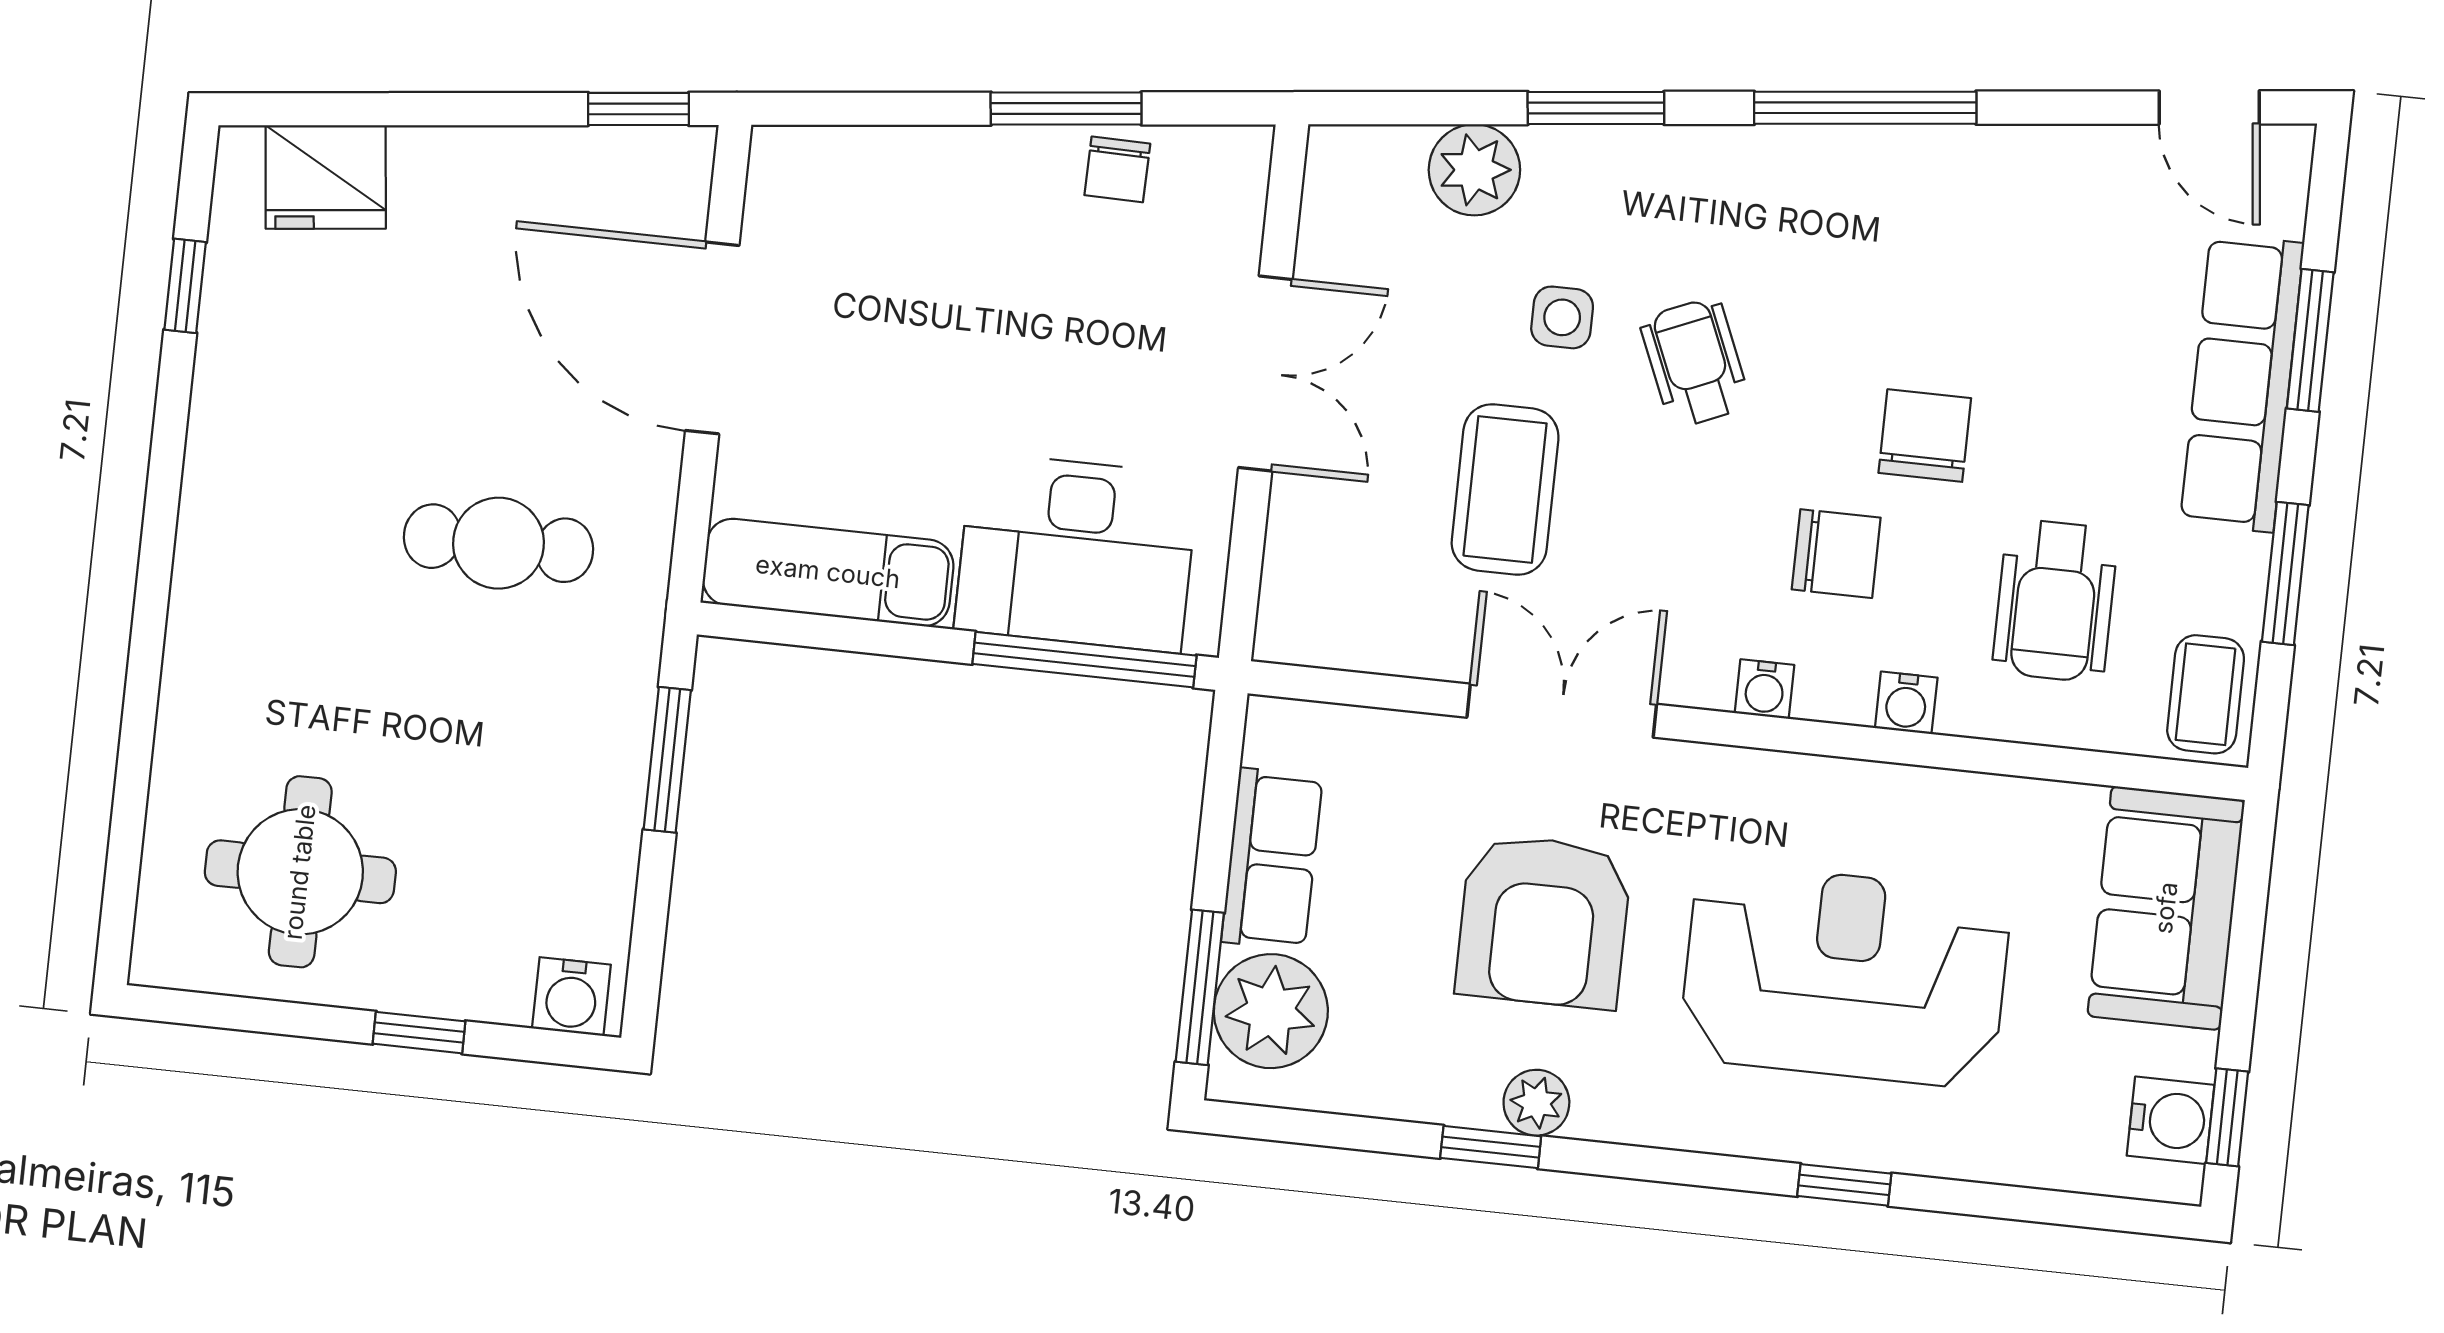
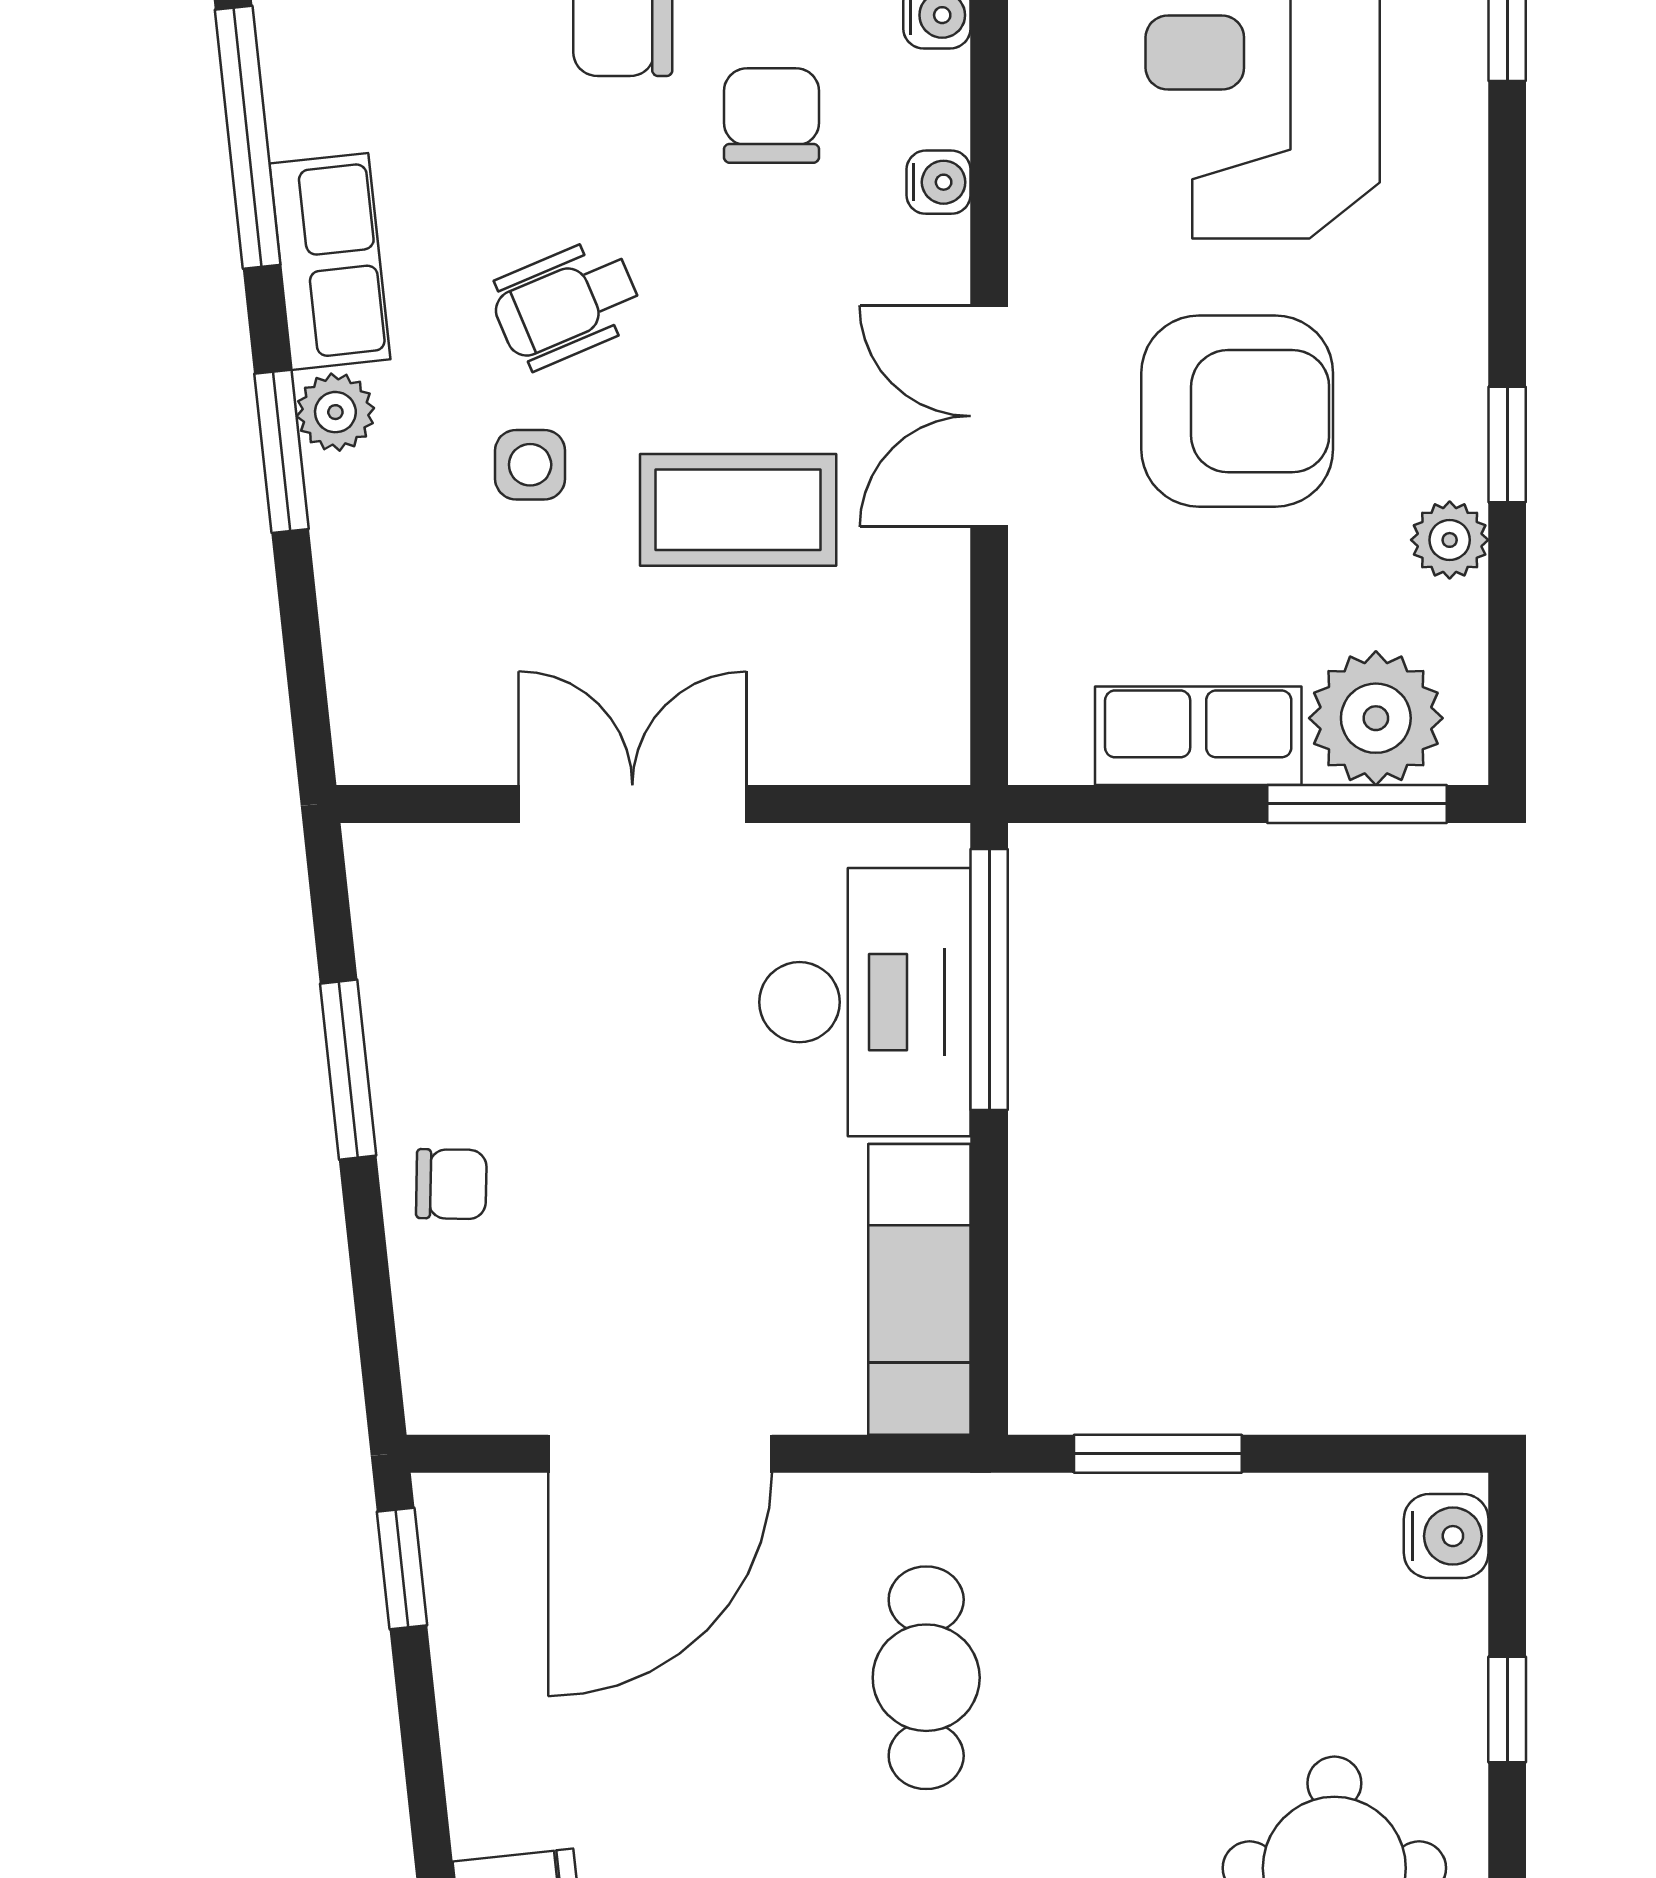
row of seats: (1752, 166) -> (330, 261), added
chair: (1117, 169) -> (451, 1184), moved
plant: (1474, 170) -> (335, 412), moved, width x0.73, depth x0.73
plant: (1536, 1103) -> (1450, 540), moved

